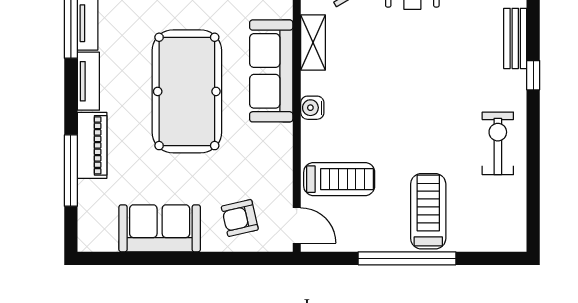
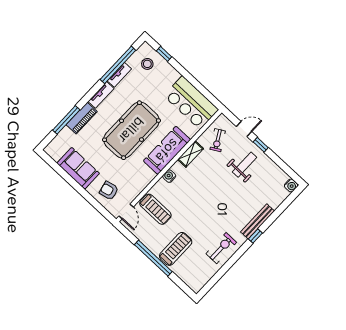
bench: (515, 38) -> (257, 221), width x1.36

